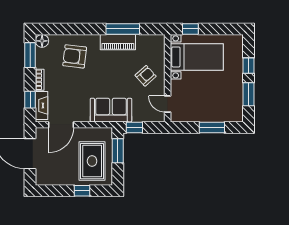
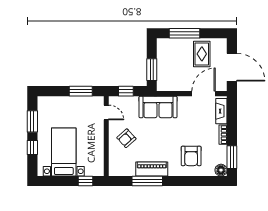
armchair: (75, 56) -> (191, 156), turned 83
bed with nightstands: (197, 57) -> (64, 152), moved, turned 90
window: (30, 100) -> (232, 116), removed
window: (134, 127) -> (126, 91), moved
window: (212, 127) -> (81, 91), moved
rug: (92, 161) -> (202, 54), moved, width x0.73, depth x0.70
window: (82, 191) -> (184, 33), width x2.17

